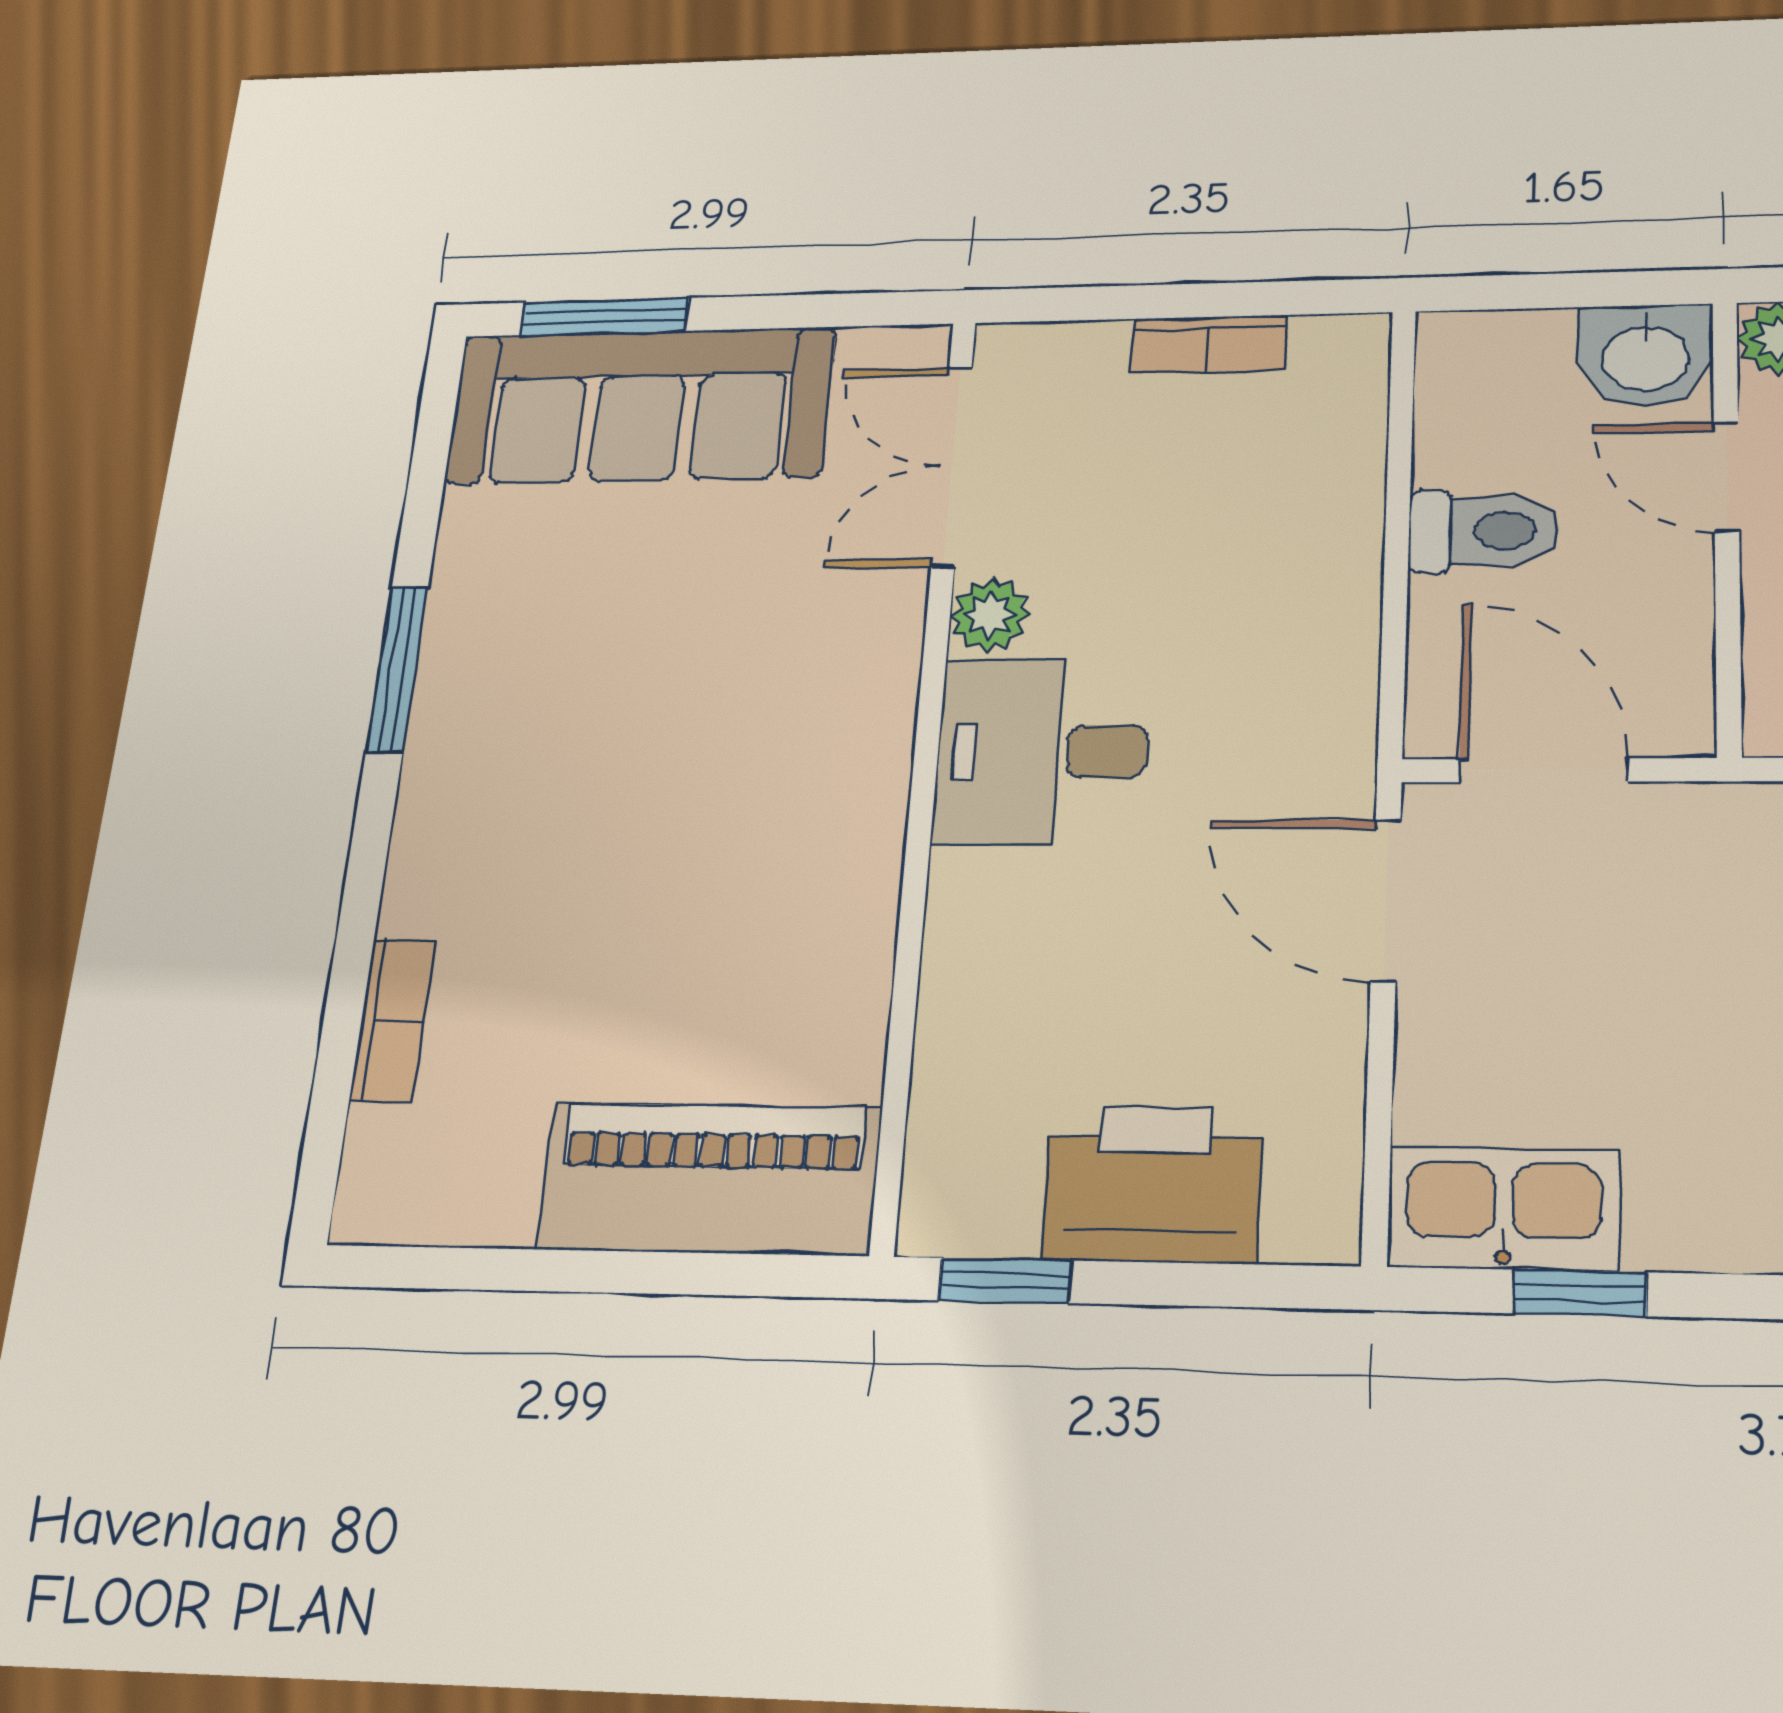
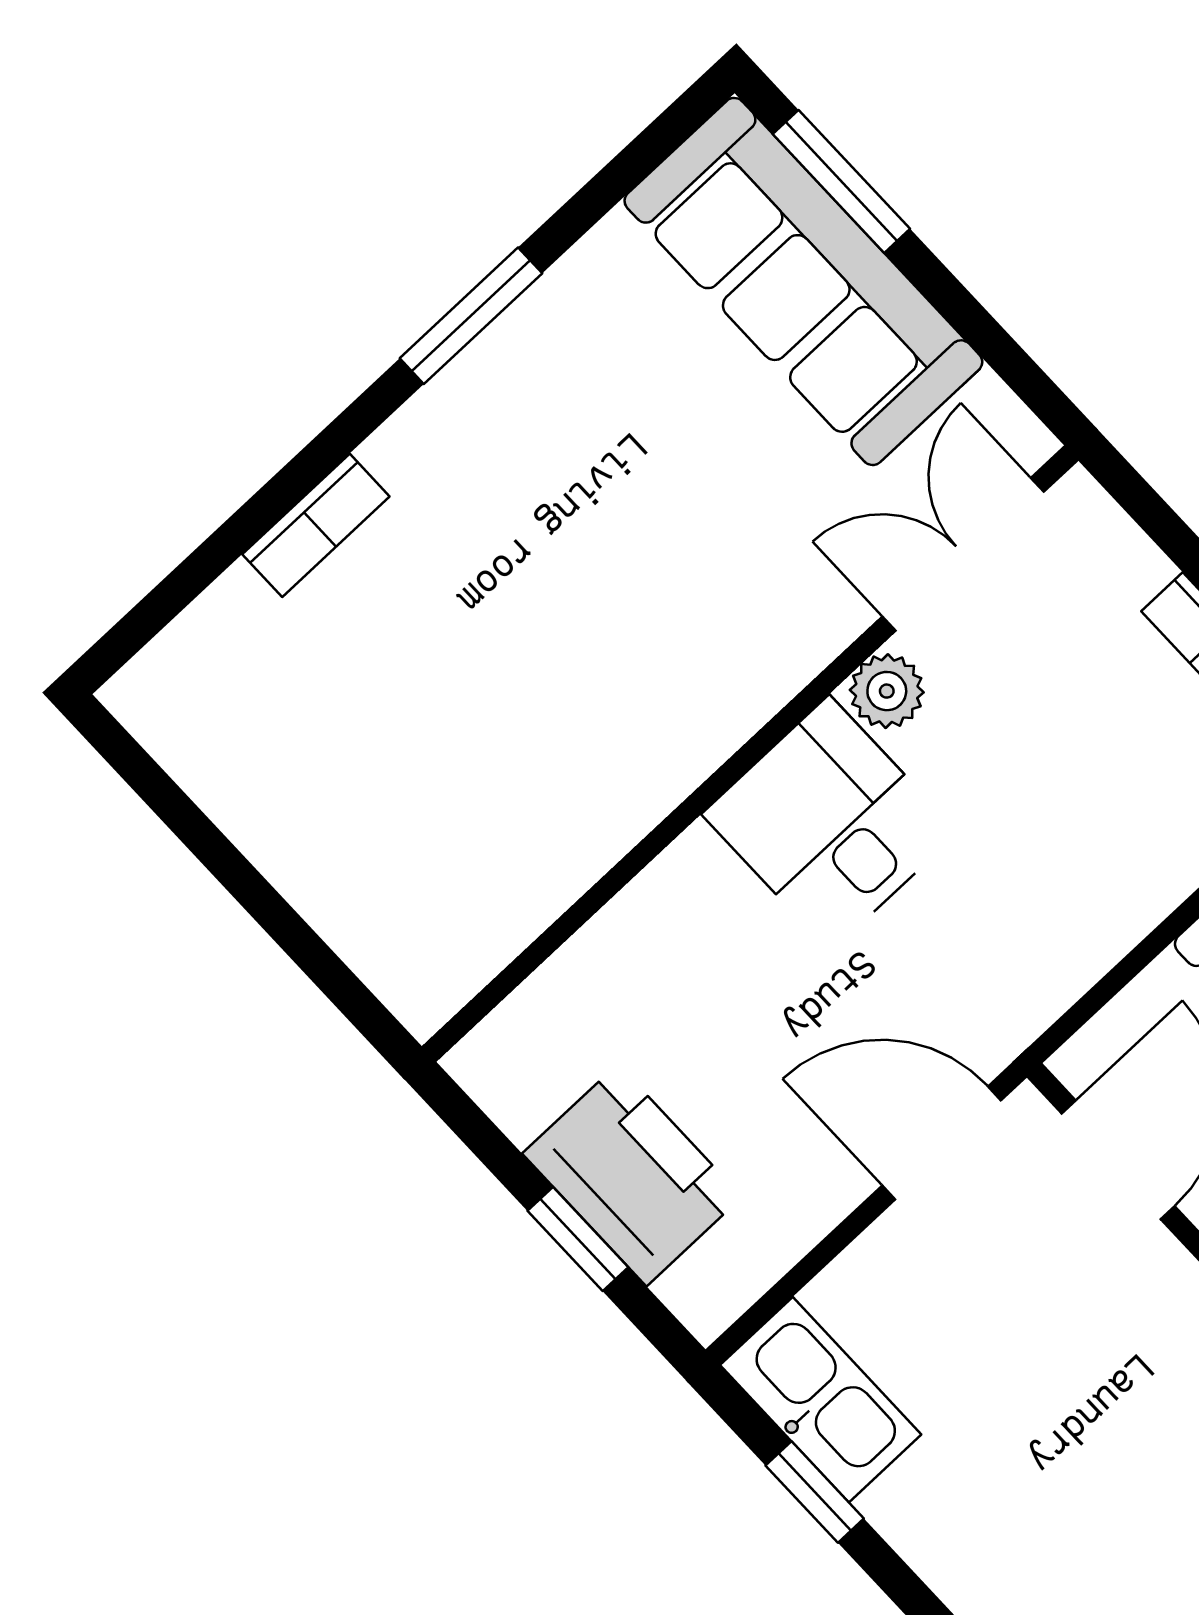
door: (1386, 900) -> (942, 1143), hinge flipped
bookcase: (393, 1020) -> (316, 525), moved
piano: (709, 1179) -> (368, 896), removed
window: (1005, 1280) -> (578, 1239), moved

